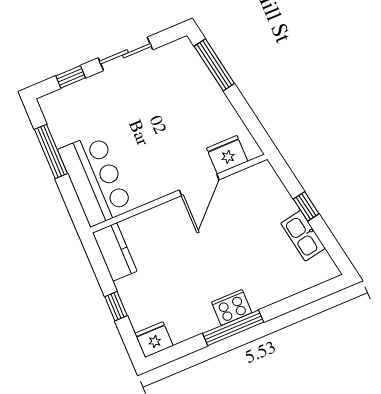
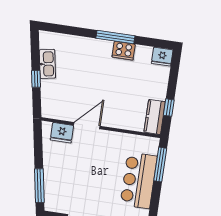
window: (51, 151) -> (160, 165), moved
bar counter: (95, 179) -> (139, 180), moved
window: (116, 306) -> (169, 108), moved
cooker: (232, 307) -> (124, 51), moved

